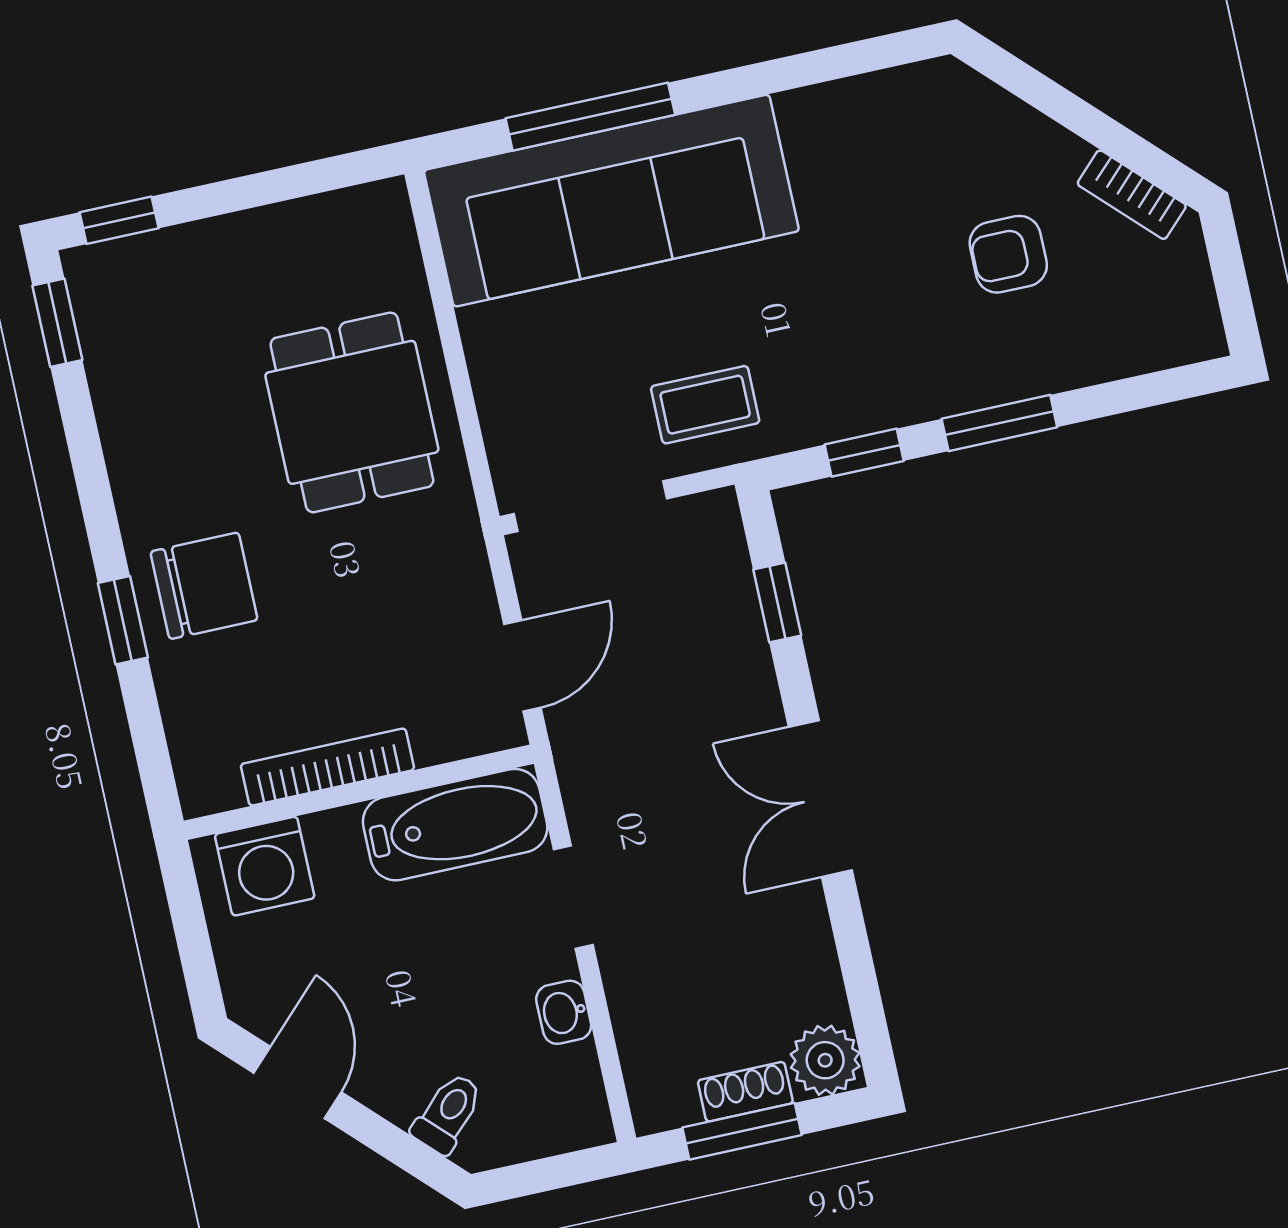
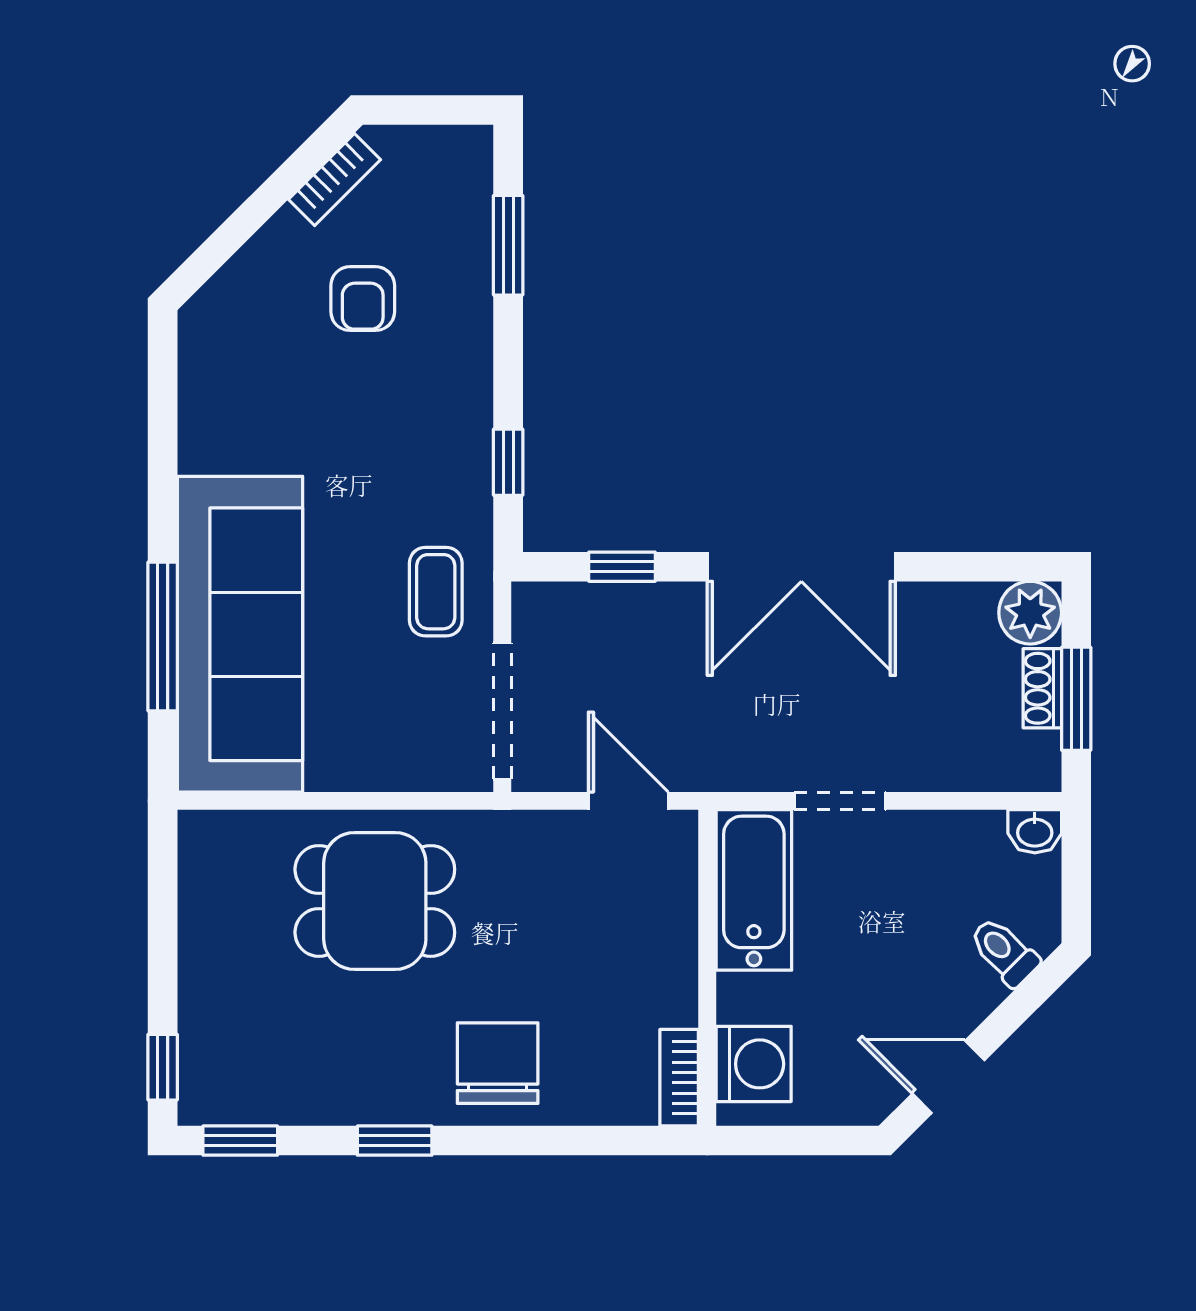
window: (999, 423) -> (508, 245), moved
window: (123, 620) -> (395, 1141), moved
bookcase: (327, 767) -> (679, 1078), moved, width x0.64
double door: (820, 799) -> (801, 567), width x1.37
washbasin: (564, 1012) -> (1035, 831), moved

